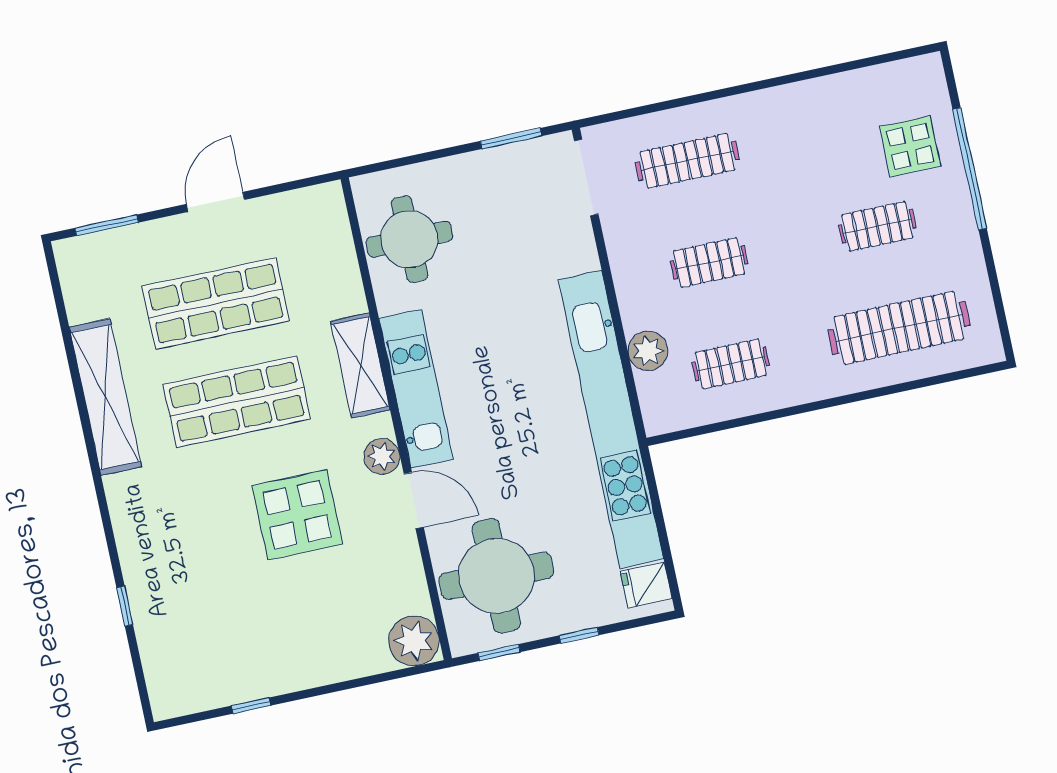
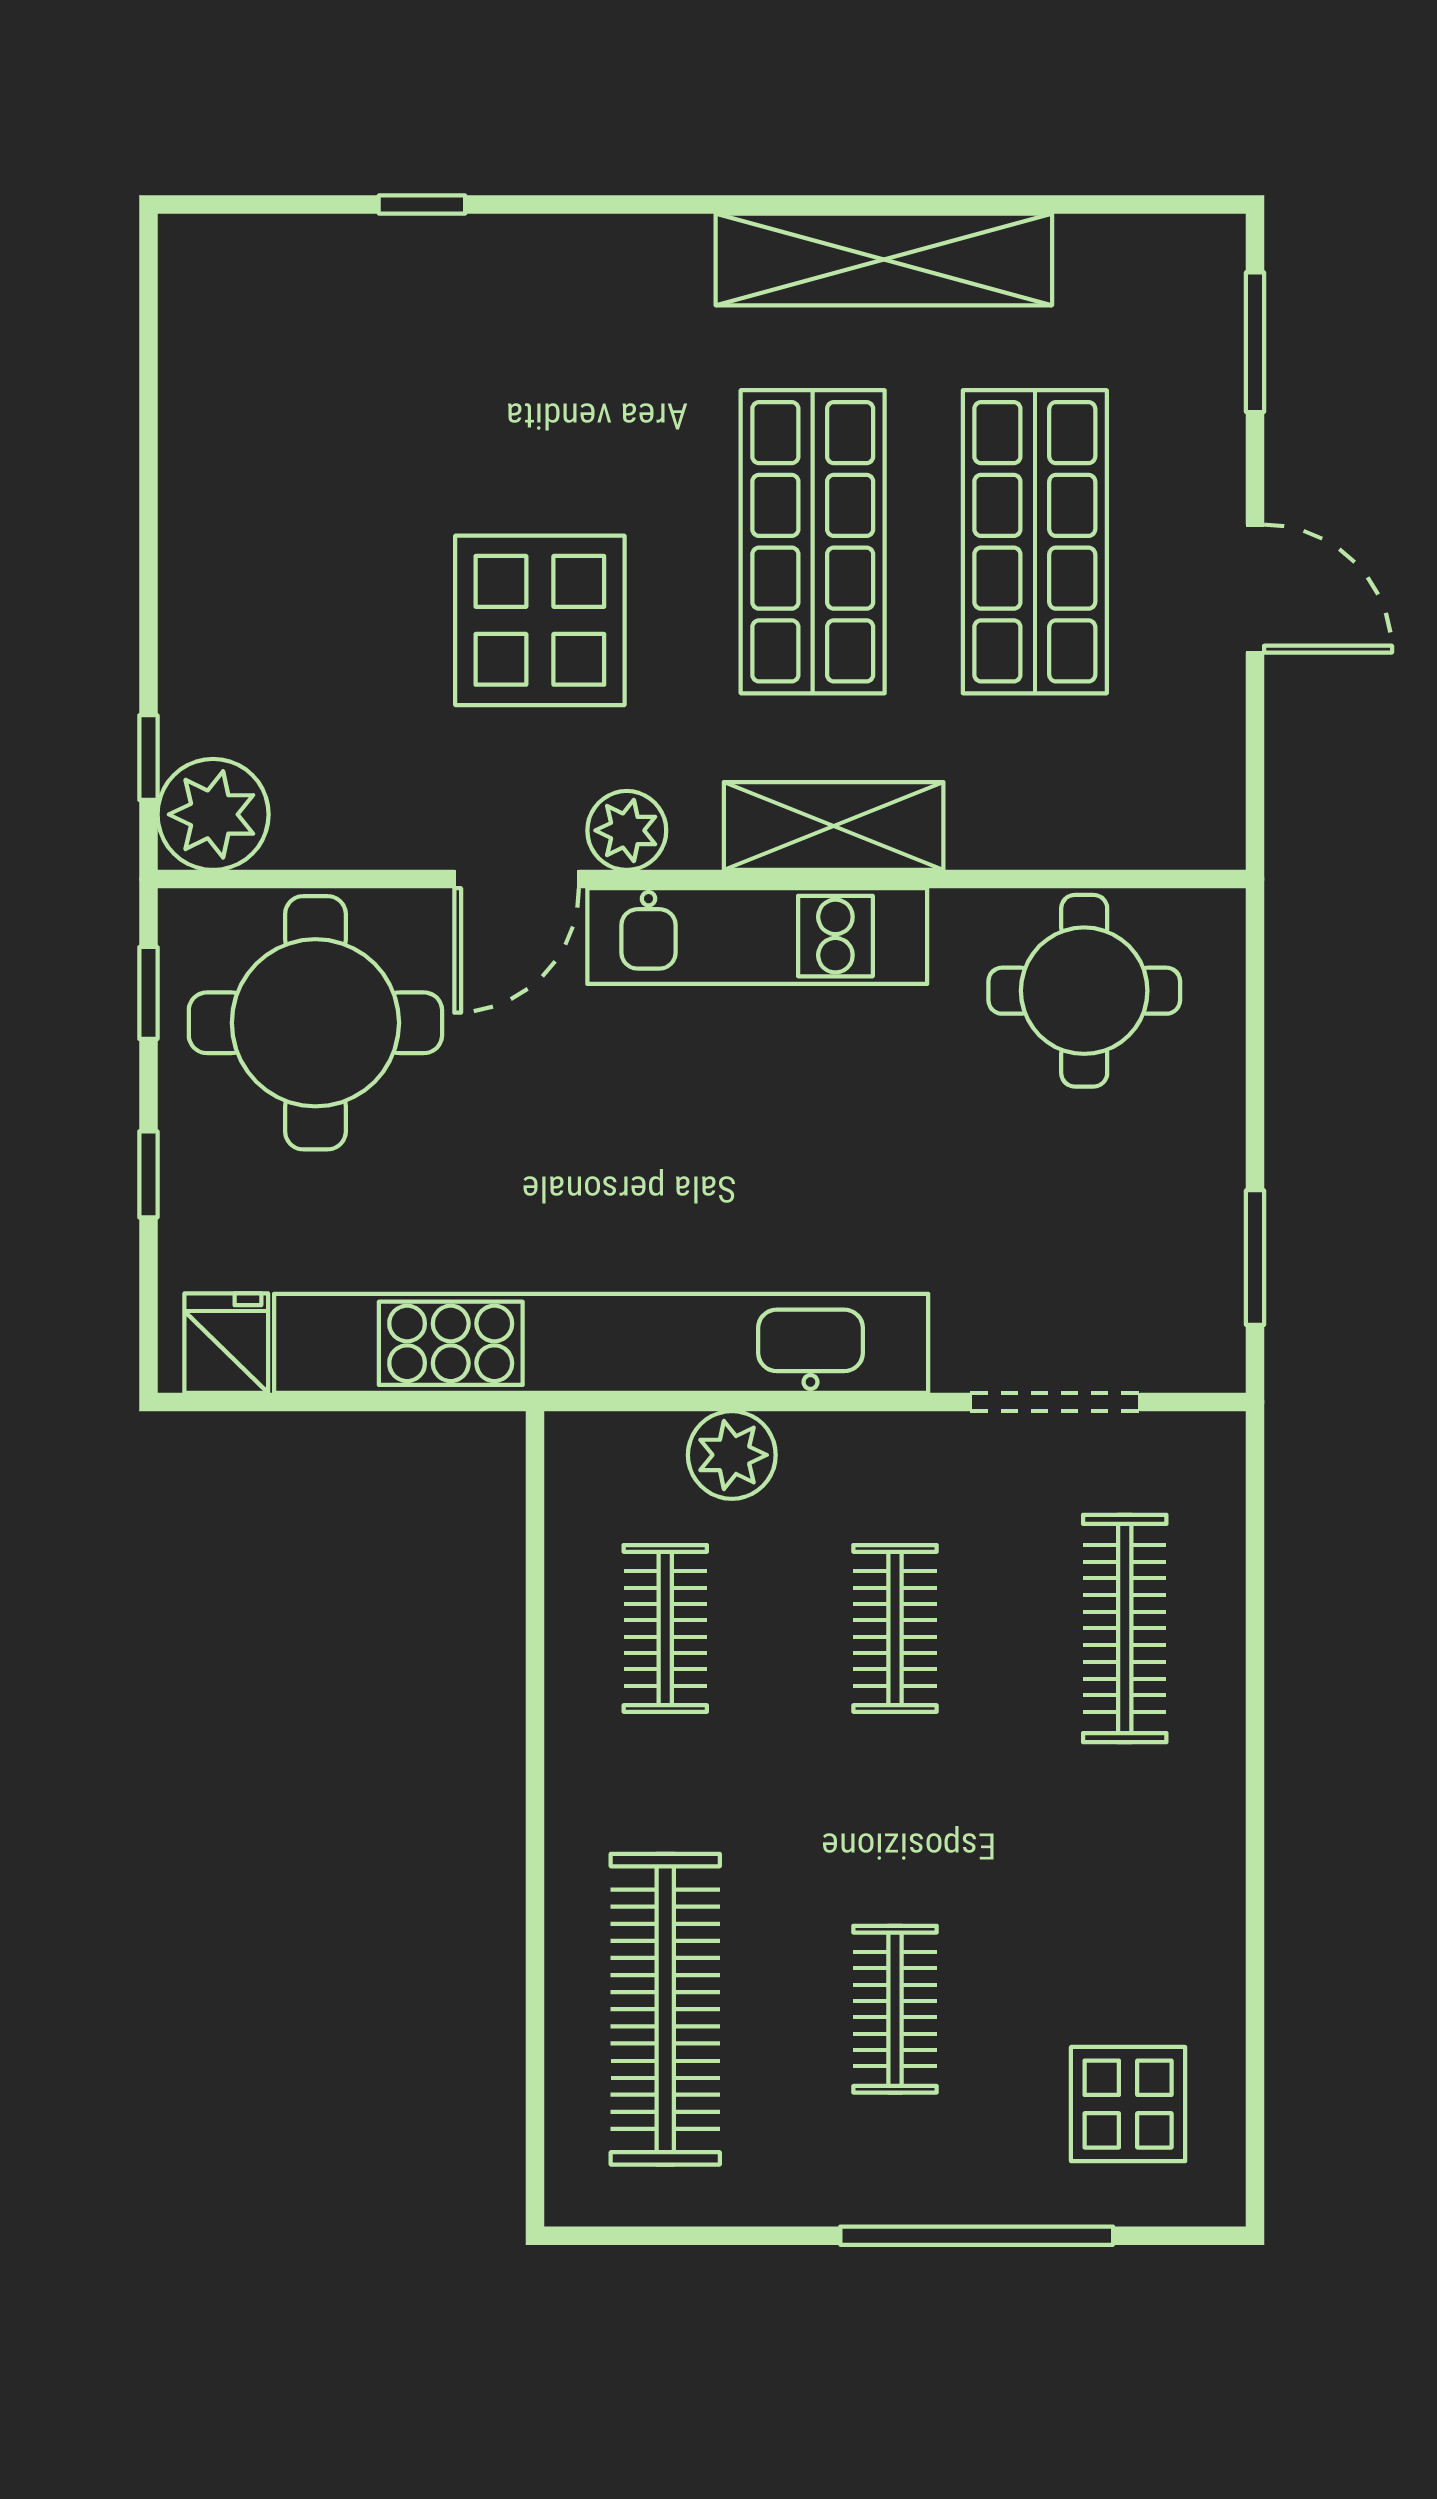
display table: (910, 146) -> (1128, 2104), moved
doorway: (586, 178) -> (1055, 1402), moved
window: (251, 706) -> (148, 758), moved

